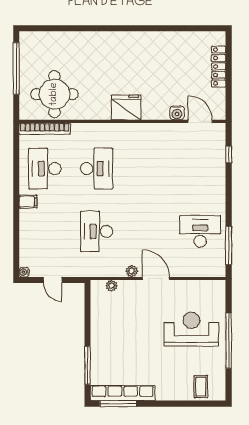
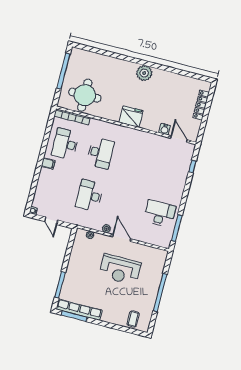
plant: (129, 42) -> (144, 73), added
reception desk: (191, 329) -> (120, 269), moved, turned 180

